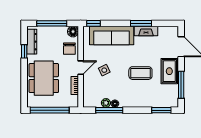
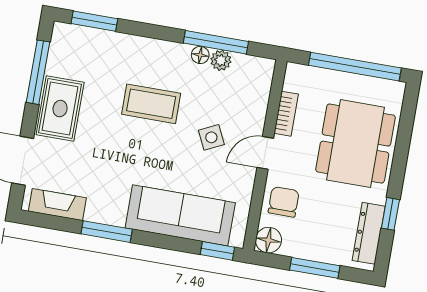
window: (52, 23) -> (315, 268), width x0.69
fireplace: (146, 31) -> (57, 205), moved
coffee table: (140, 73) -> (151, 104), moved

